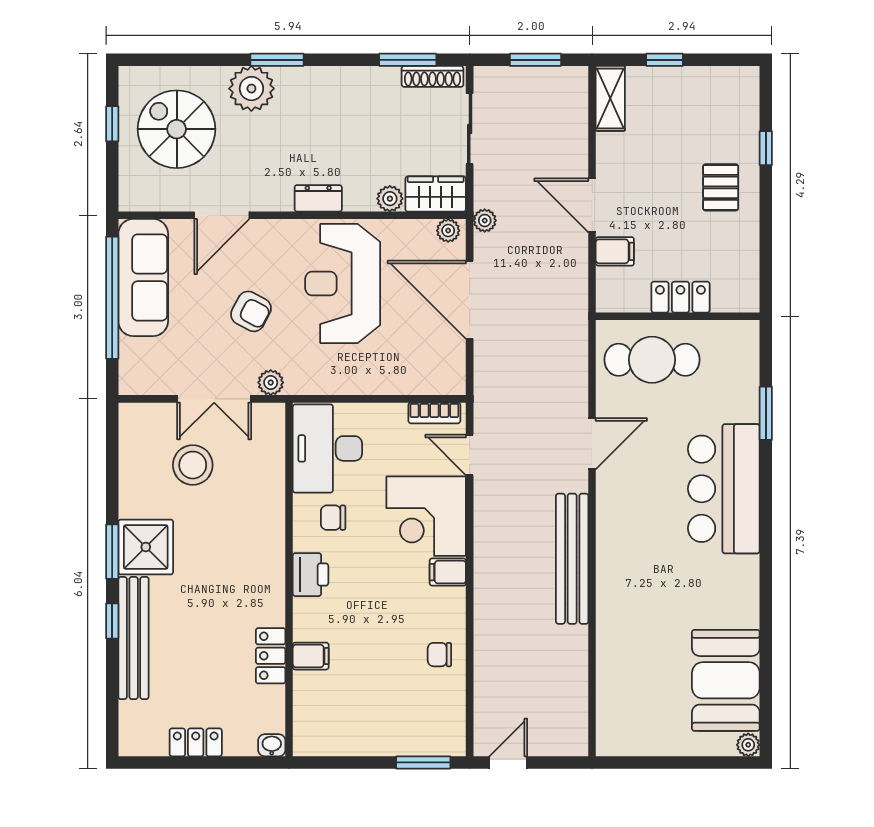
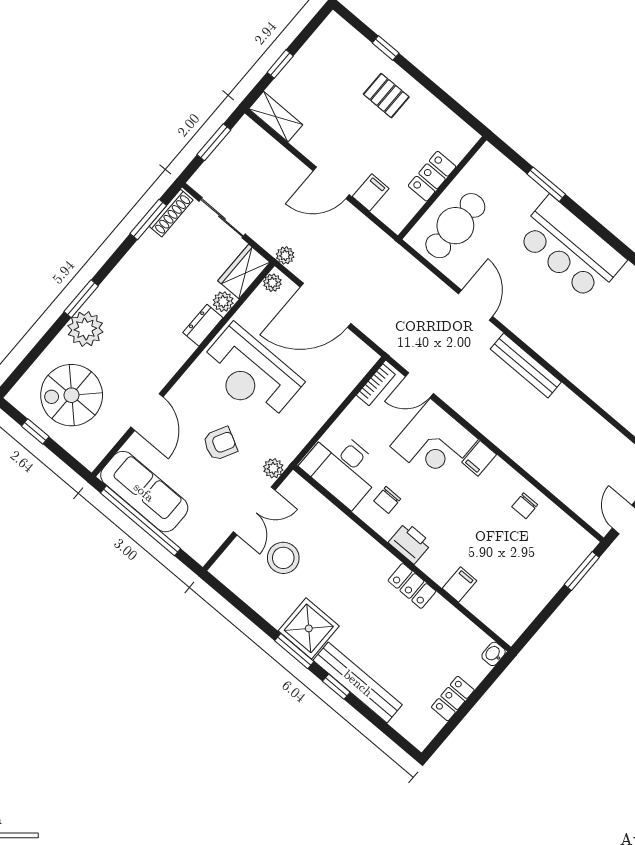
dresser: (318, 198) -> (203, 325), moved
bench: (572, 559) -> (526, 366), width x0.73, depth x0.82
locker: (271, 656) -> (412, 586), moved

